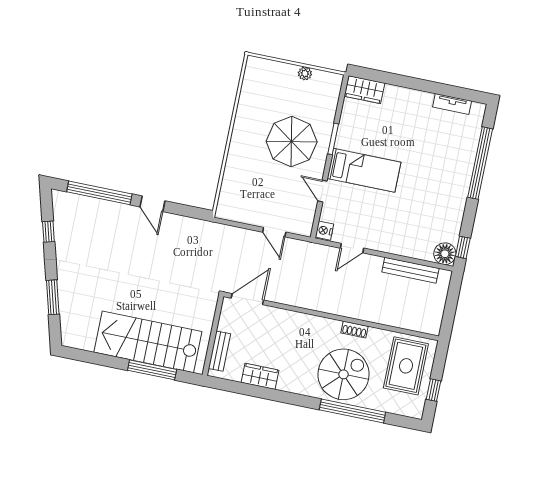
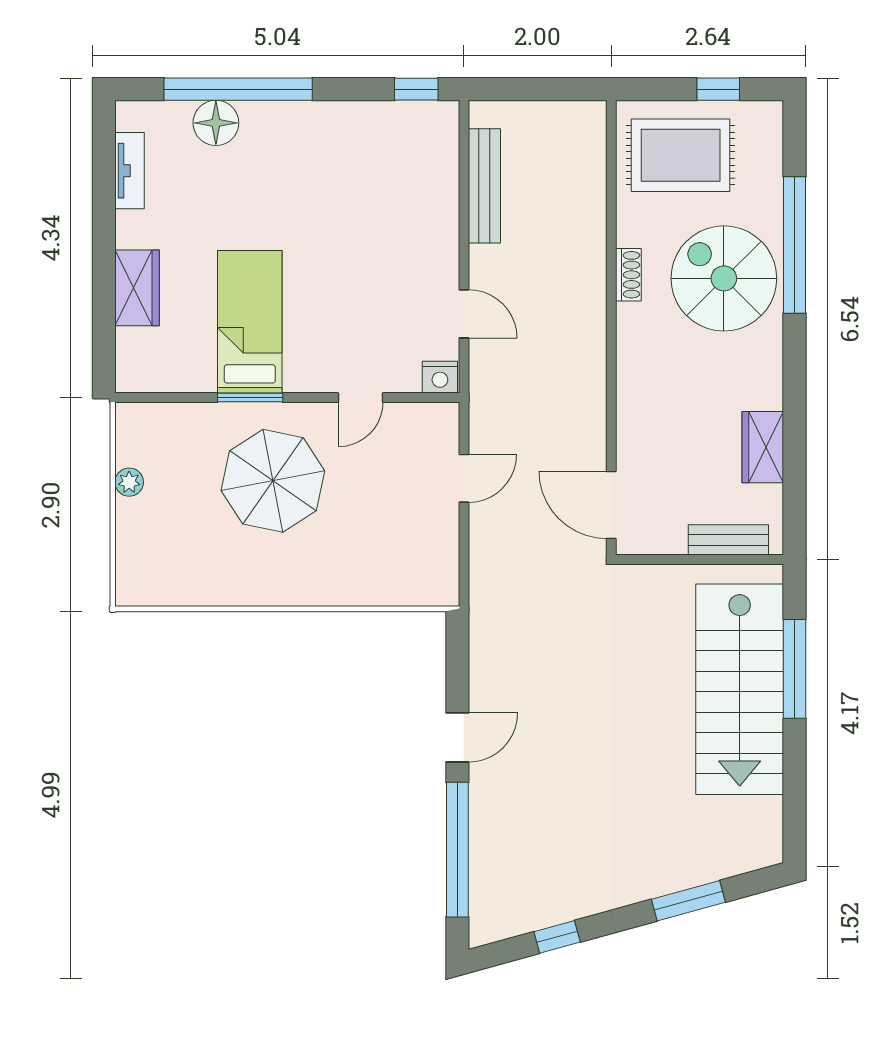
wardrobe: (365, 90) -> (137, 288), moved
bed: (364, 170) -> (250, 322), moved
floor lamp: (445, 254) -> (216, 123), moved

